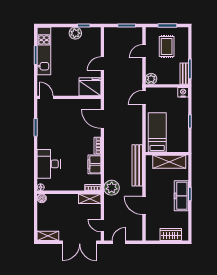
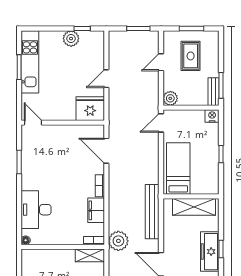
boiler: (42, 198) -> (27, 255), removed

